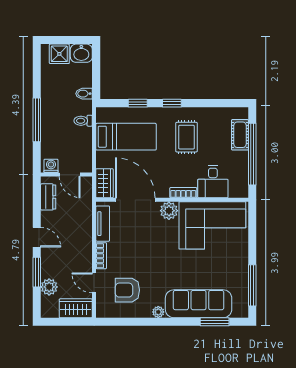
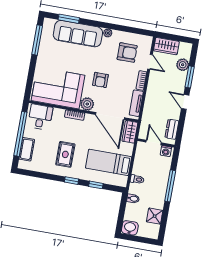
shower: (59, 54) -> (155, 216), moved
desk: (213, 182) -> (40, 117), moved
armchair: (157, 246) -> (100, 80), added

